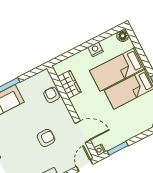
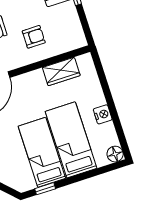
armchair: (52, 95) -> (34, 37), moved

